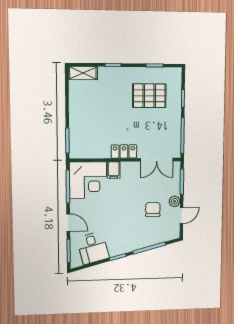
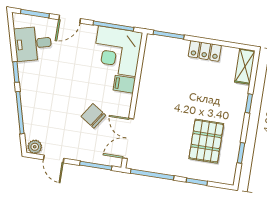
locker: (124, 151) -> (205, 51), moved, turned 90
plant: (174, 201) -> (35, 147), moved
chair: (153, 209) -> (93, 116), moved, turned -146

